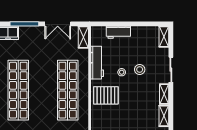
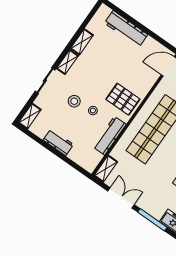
workbench: (118, 32) -> (58, 142), moved

